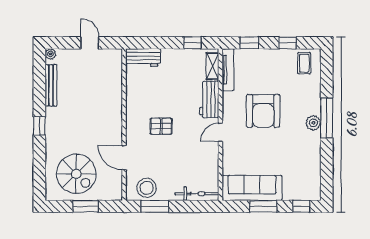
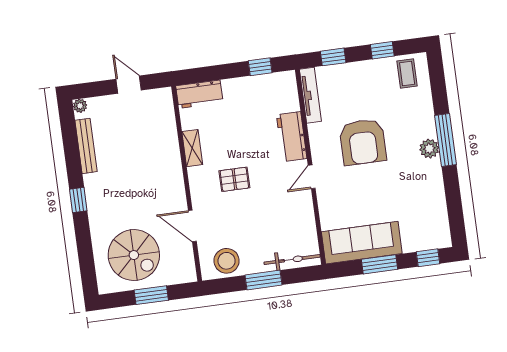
shelving: (213, 66) -> (192, 148), moved
window: (155, 206) -> (263, 280), moved

